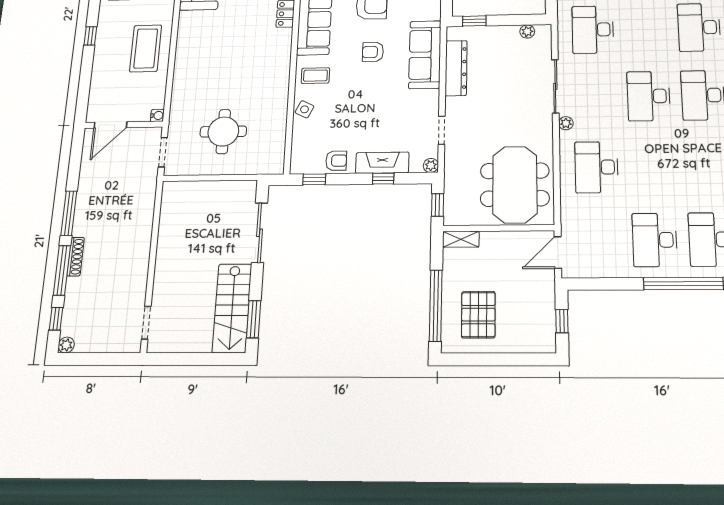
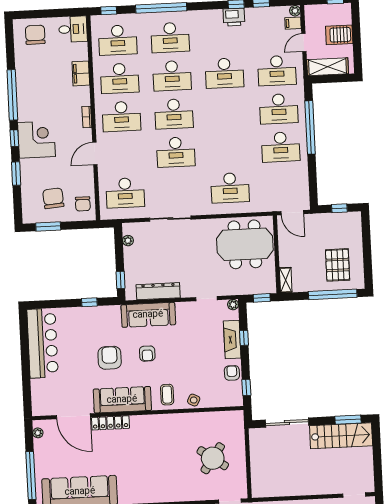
plant: (566, 123) -> (198, 210), removed
round table: (223, 132) -> (213, 458), turned 35
pallet: (478, 315) -> (338, 265), turned 90

